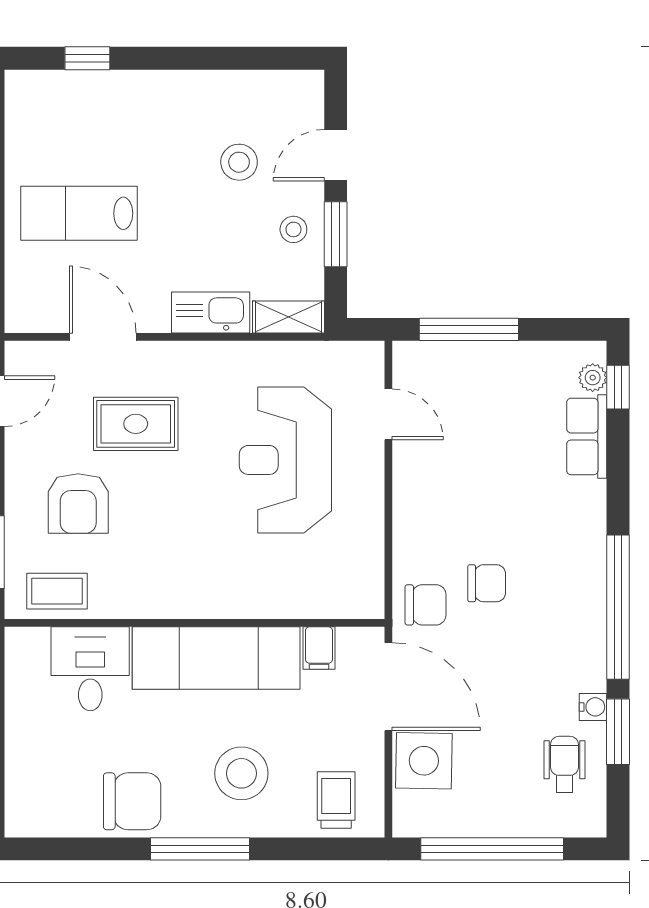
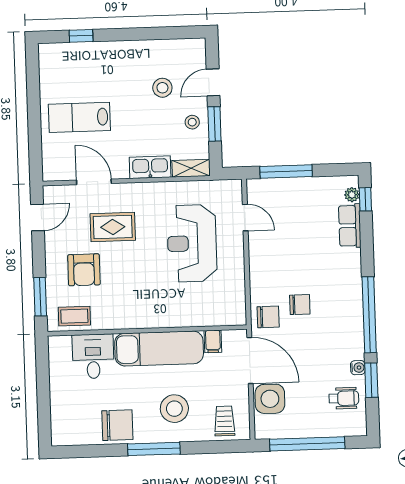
wheelchair: (564, 764) -> (344, 398), turned 90

